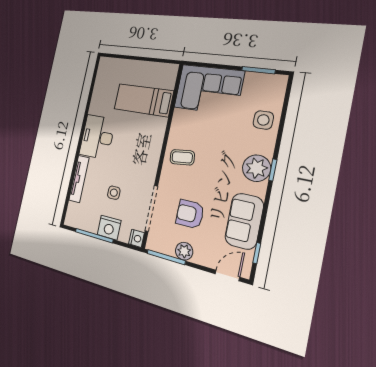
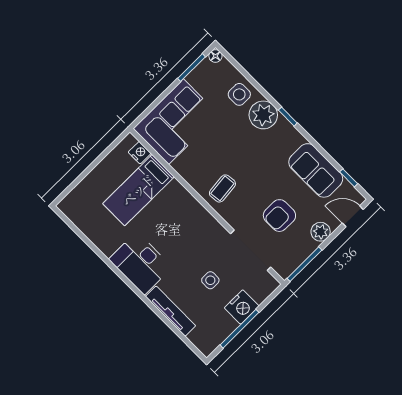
floor lamp: (281, 80) -> (215, 56), added
plant: (256, 168) -> (263, 115), moved
nightstand: (136, 238) -> (140, 153), moved
plant: (184, 251) -> (321, 232), moved
door: (227, 275) -> (353, 216), hinge flipped

